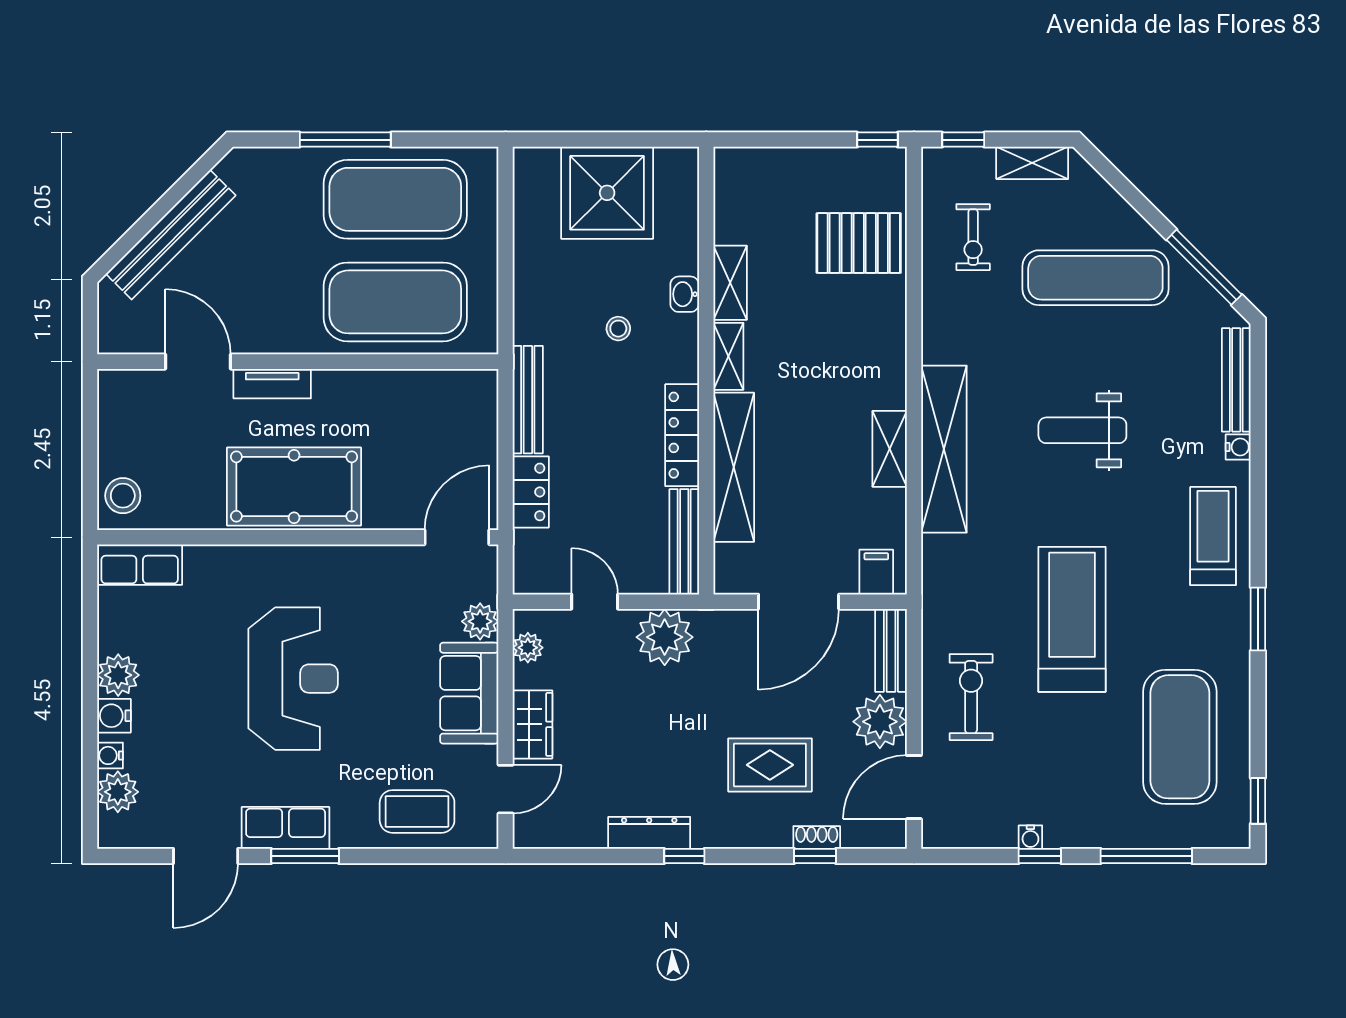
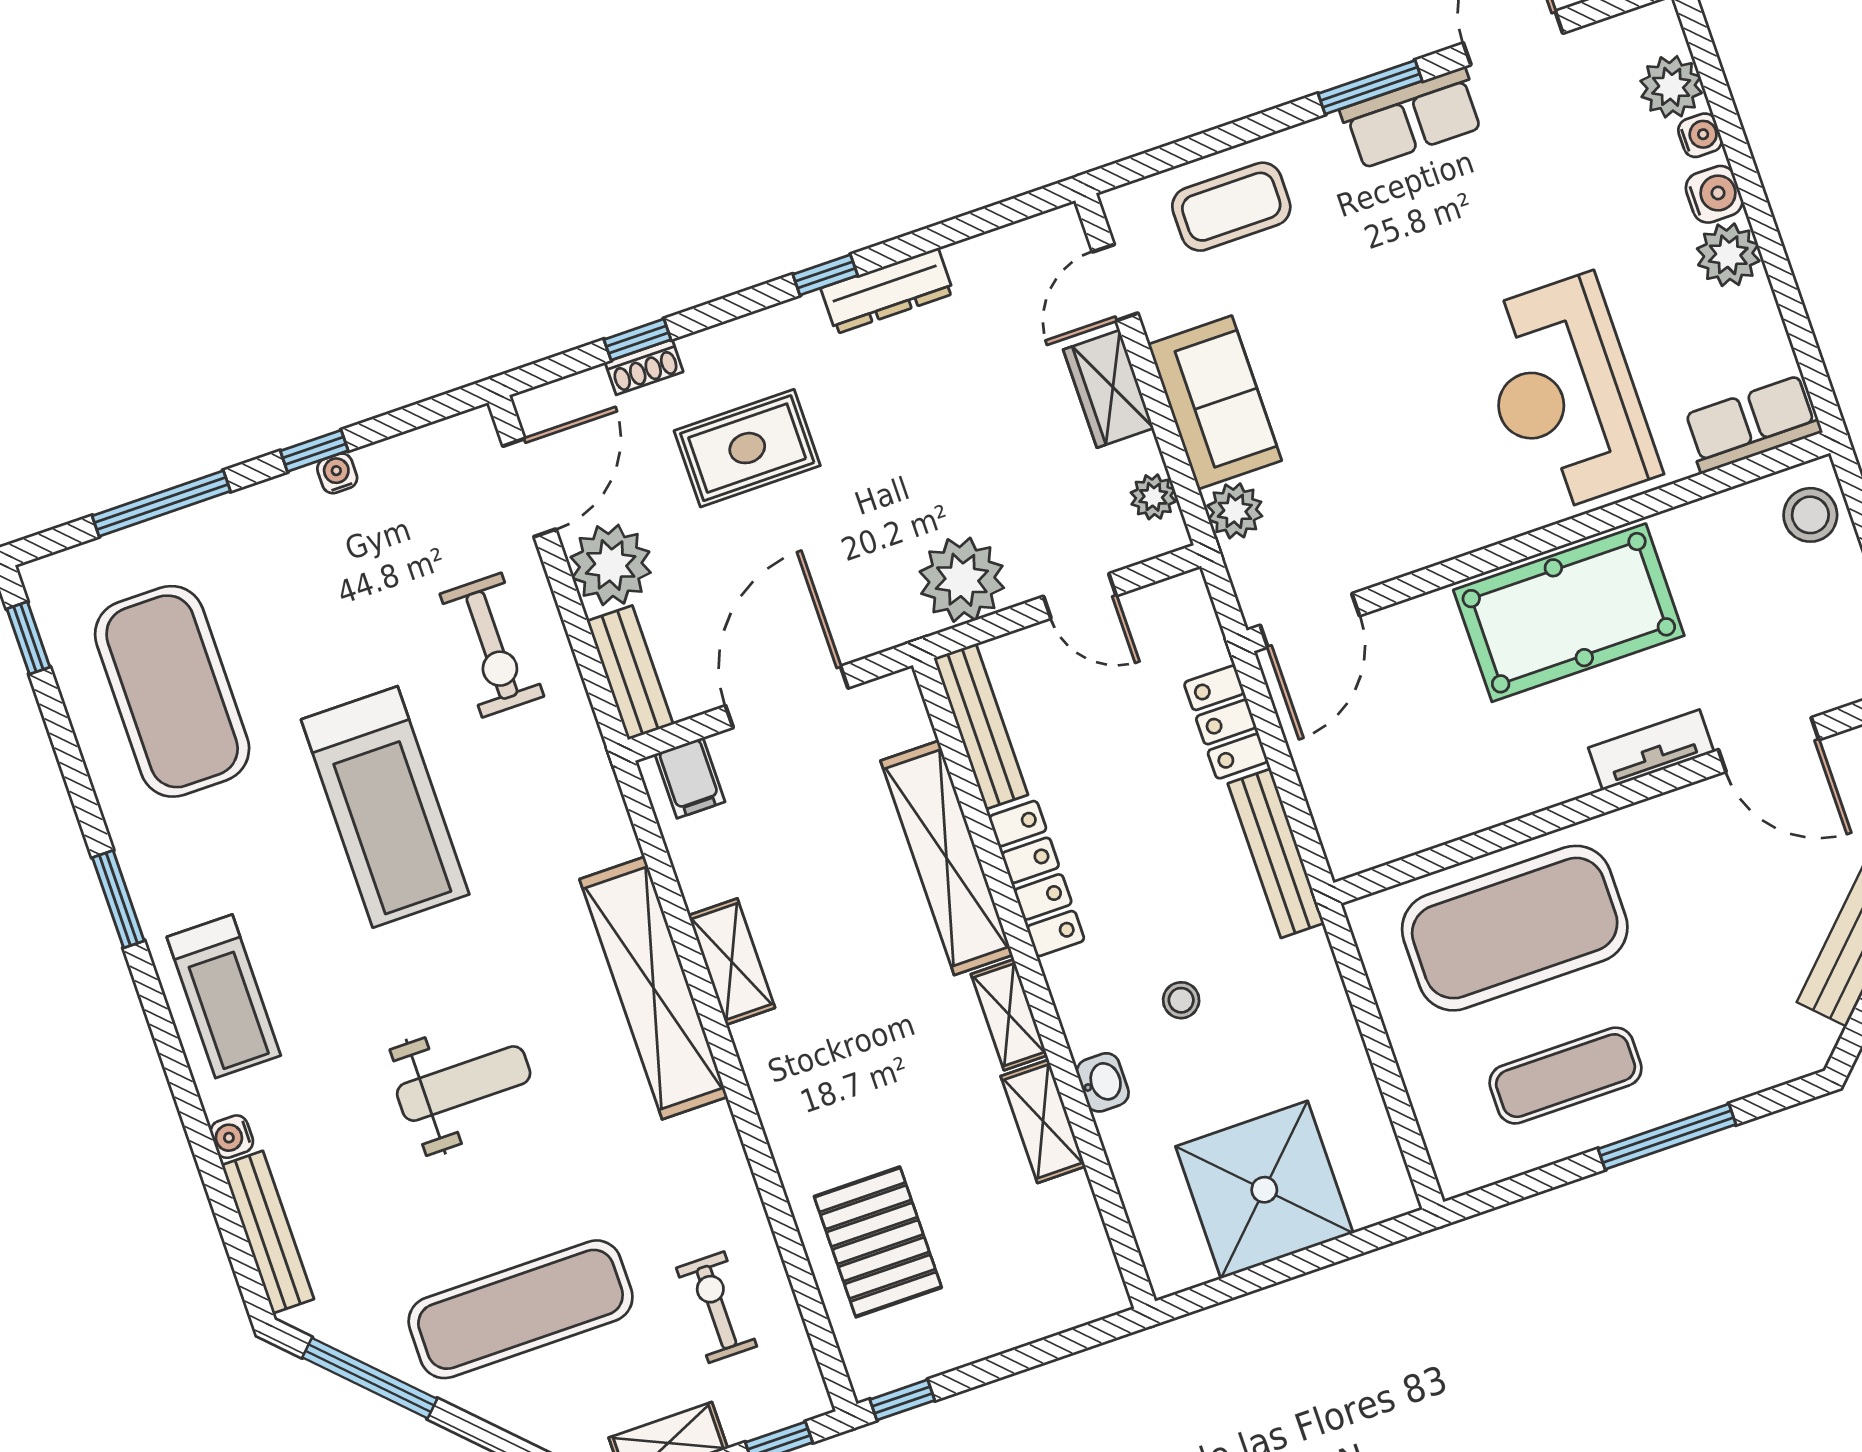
exercise mat: (395, 199) -> (1565, 1076), width x0.50, depth x0.69
pallet: (859, 243) -> (878, 1242), turned 90
reception desk: (293, 679) -> (1565, 394), moved

